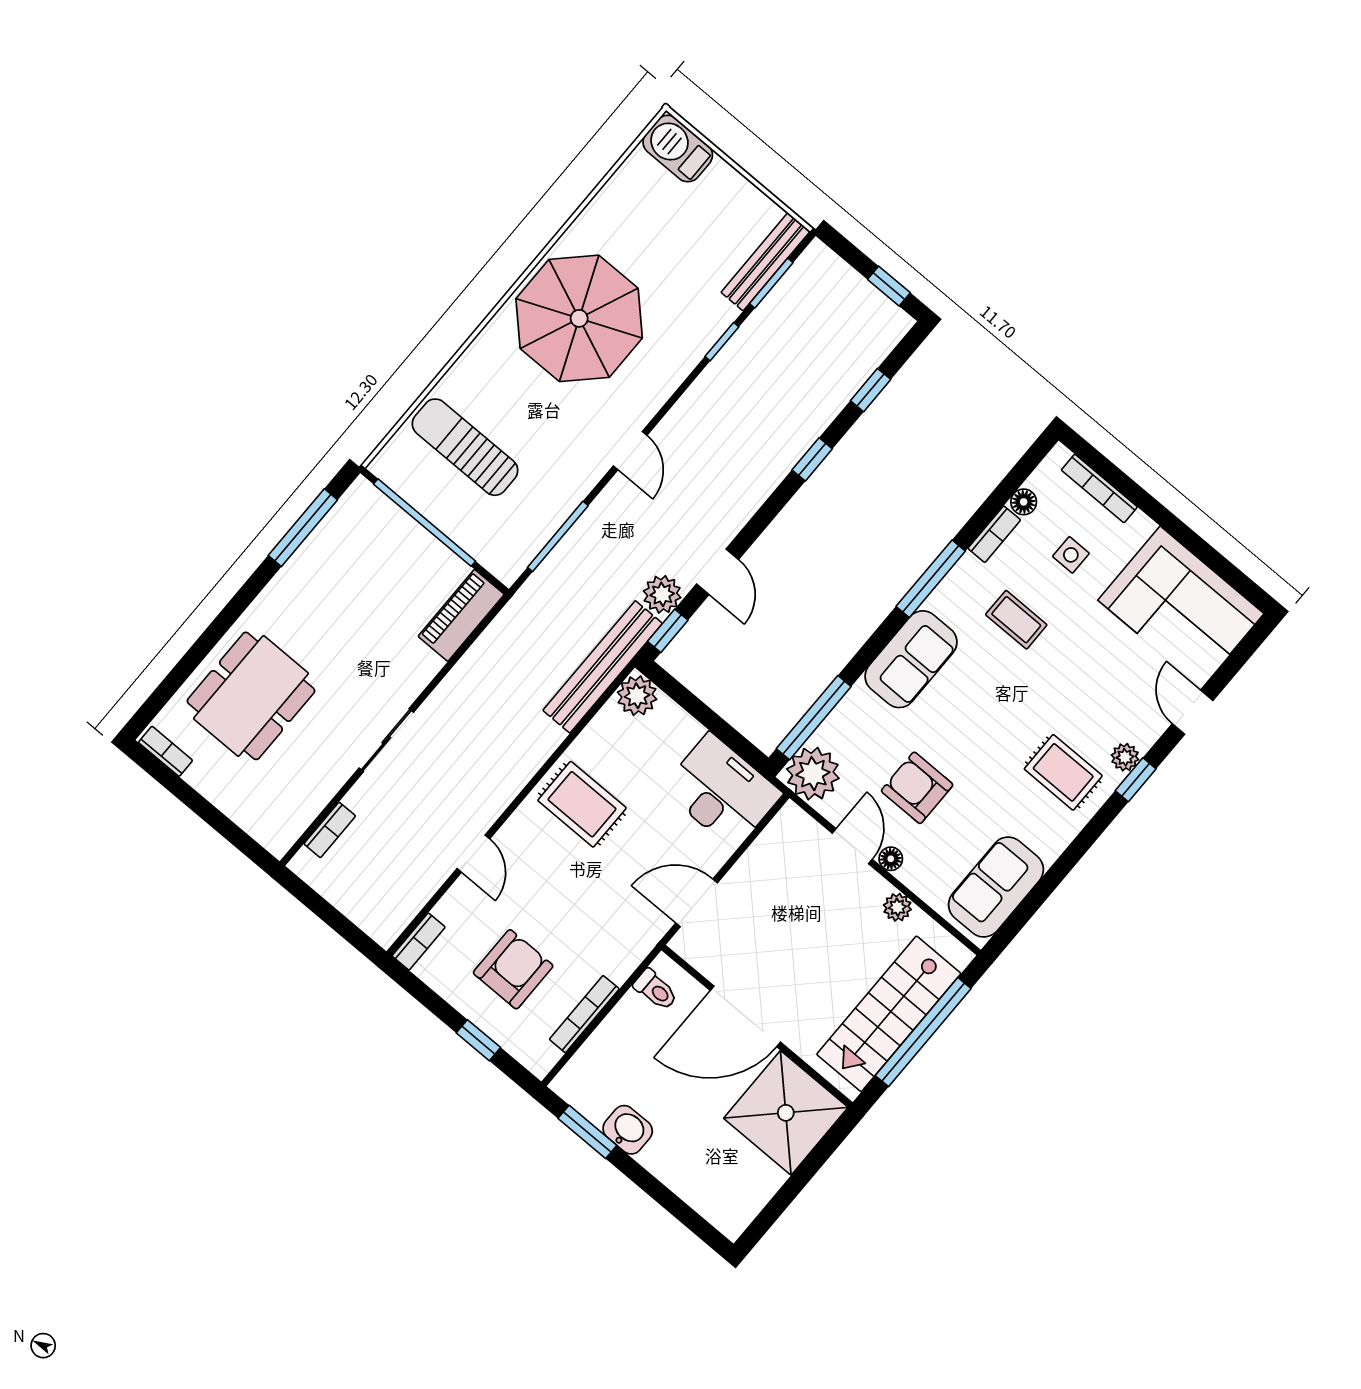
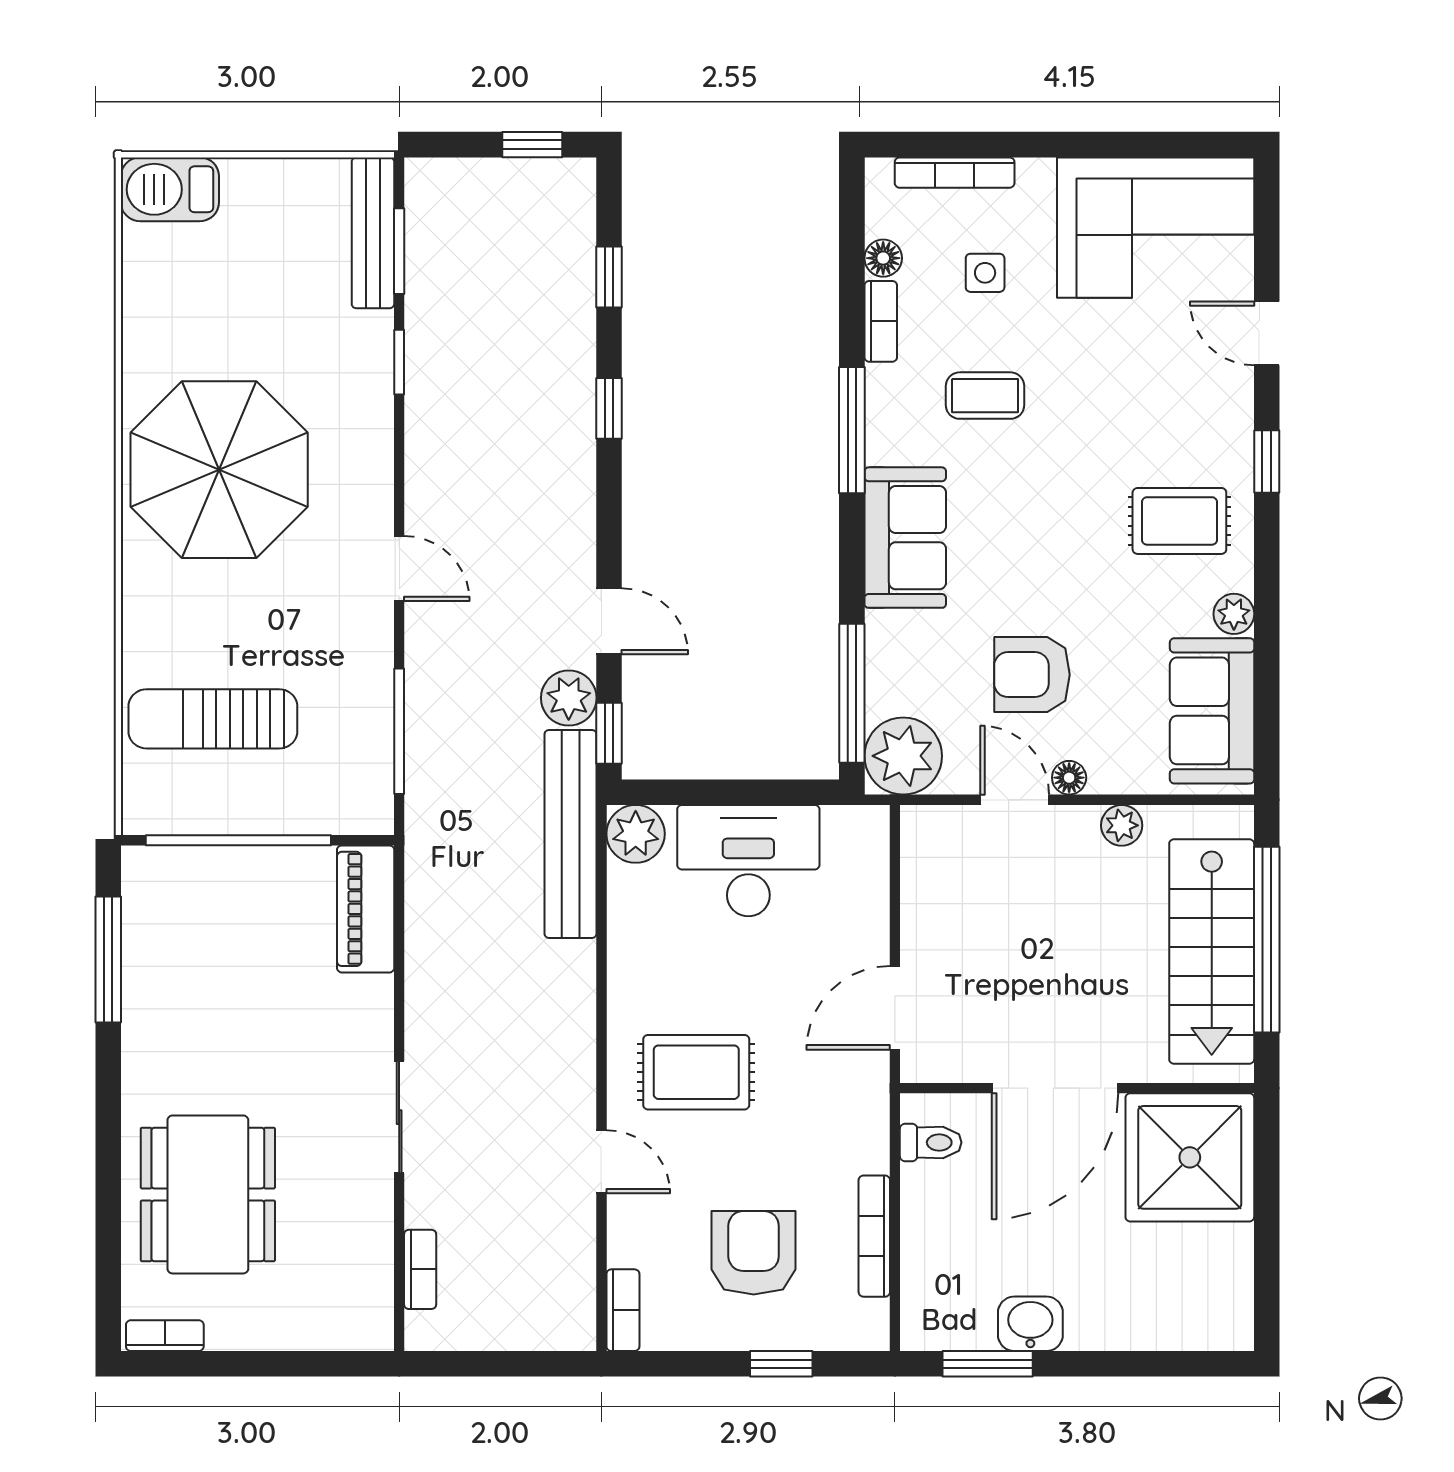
plant: (1125, 757) -> (1234, 614), moved
desk: (722, 791) -> (748, 861), moved
rug: (582, 804) -> (696, 1072), moved

